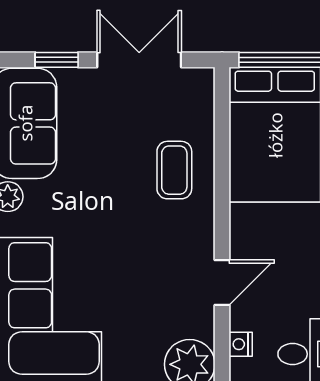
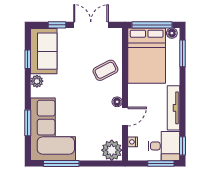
coffee table: (174, 170) -> (105, 70), turned 63
floor lamp: (203, 247) -> (117, 102), added

